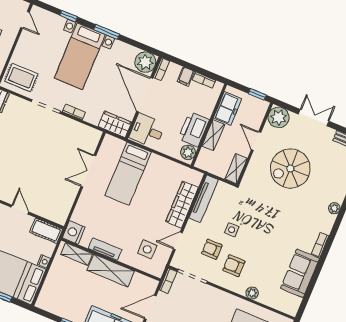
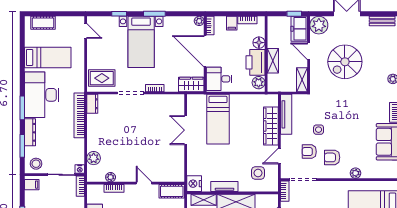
plant: (145, 62) -> (199, 21), width x0.53, depth x0.53
freezer: (228, 108) -> (299, 29), moved, turned 180
floor lamp: (206, 109) -> (259, 43), added

